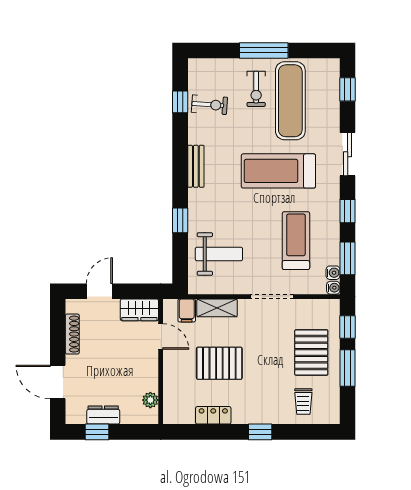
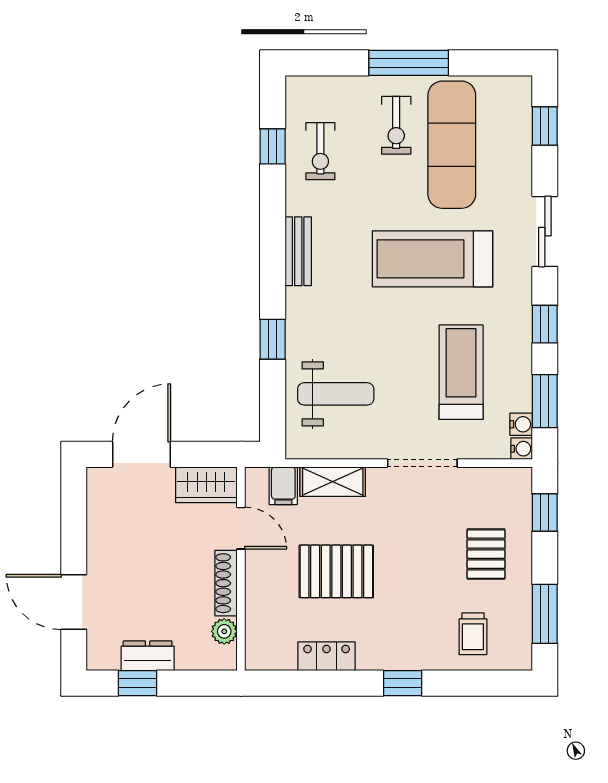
exercise bike: (209, 105) -> (320, 151), turned 86
door: (99, 291) -> (141, 454), width x1.38
shoe rack: (72, 334) -> (226, 583), moved, turned 180
pallet: (311, 353) -> (486, 554), width x0.67, depth x0.71
window: (348, 368) -> (545, 614), moved

